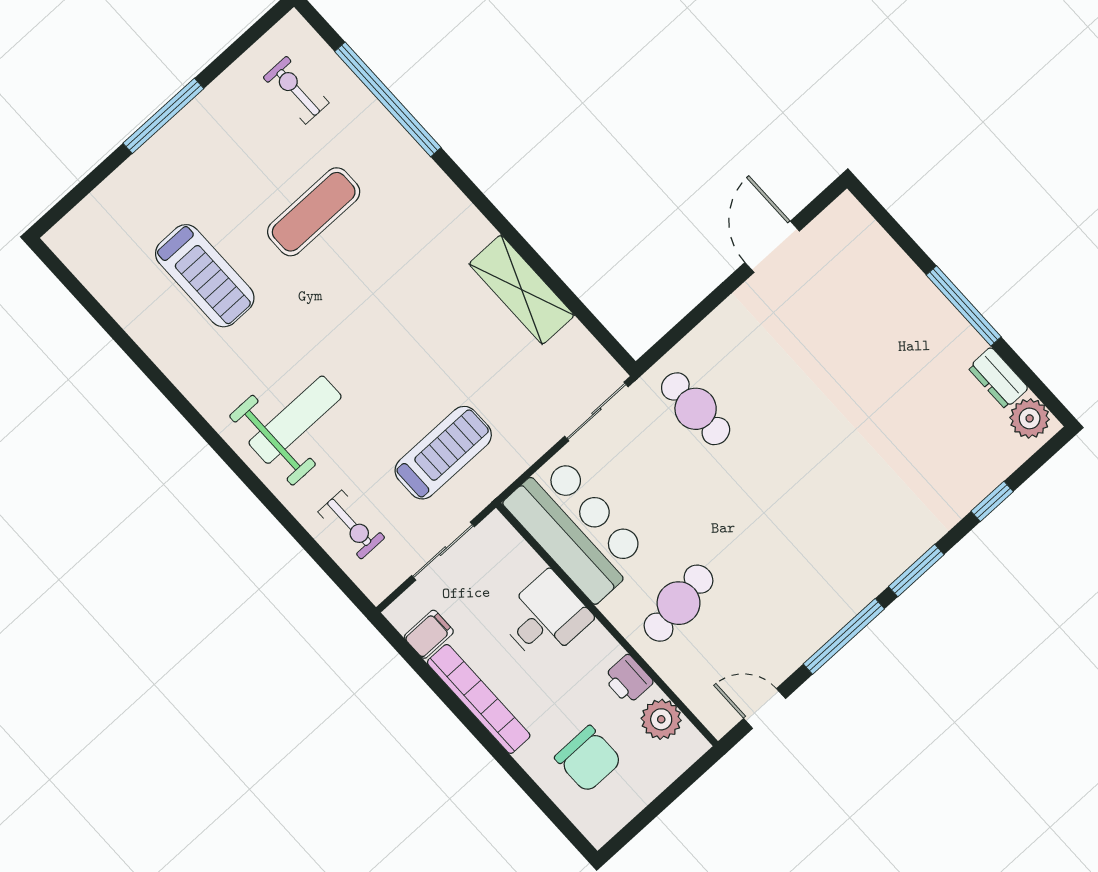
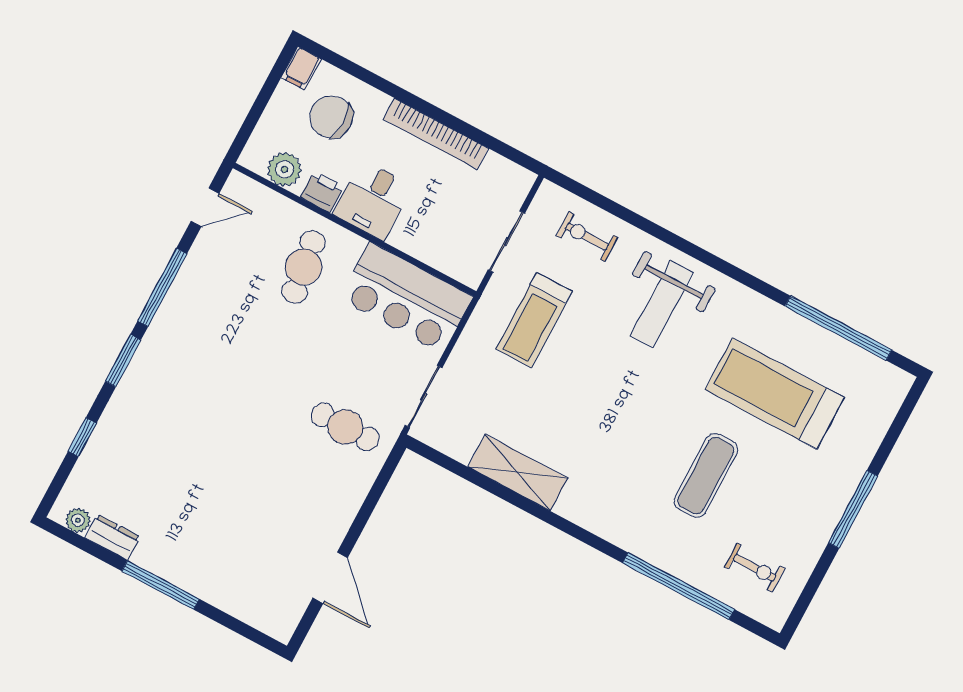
treadmill: (205, 276) -> (775, 394), width x1.37, depth x1.38
window: (108, 323) -> (838, 328), added
plant: (1030, 418) -> (78, 520), width x0.73, depth x0.73
desk: (545, 617) -> (373, 200), moved
filing cabinet: (429, 634) -> (301, 68), moved

